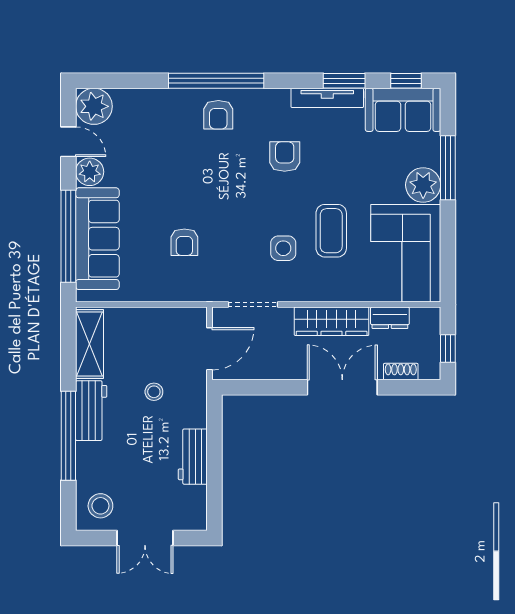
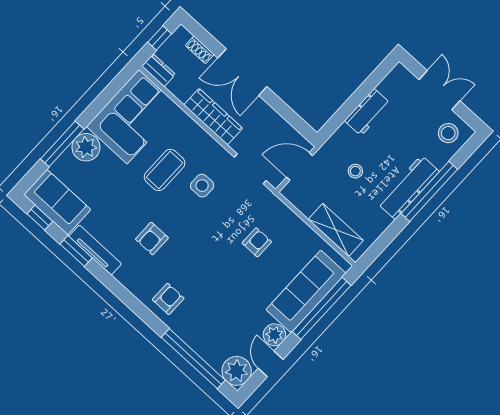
window: (216, 81) -> (193, 359), moved
dresser: (390, 318) -> (159, 70), moved
shelving: (90, 344) -> (336, 230), moved, turned 90
workbench: (91, 411) -> (408, 187), width x1.37

